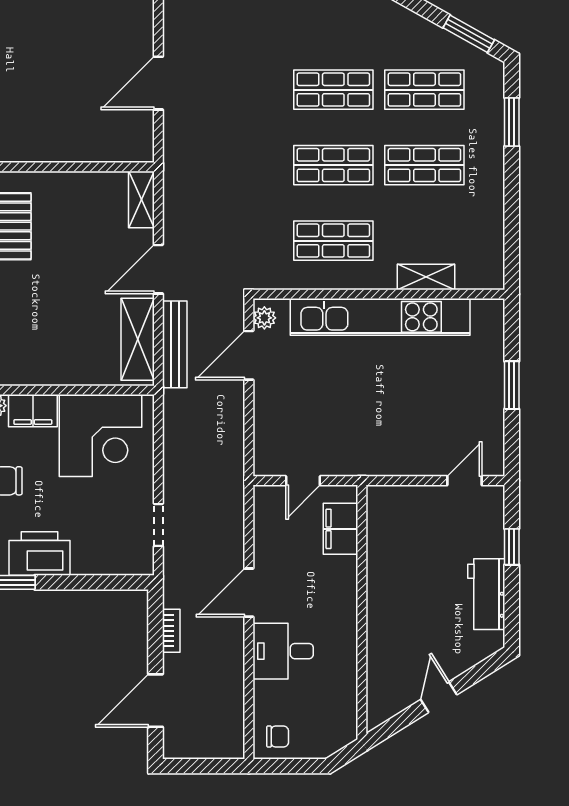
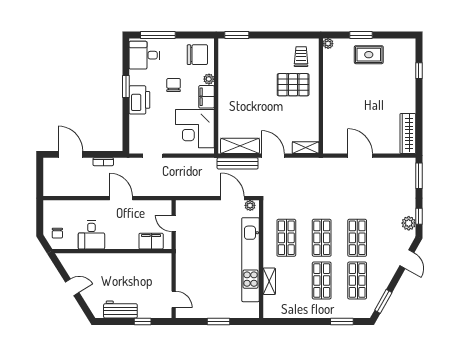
desk: (283, 651) -> (91, 235), moved, turned 180
chair: (278, 737) -> (57, 233), moved

